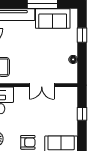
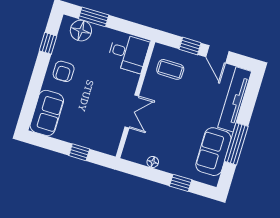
double door: (42, 85) -> (132, 111), swing flipped

